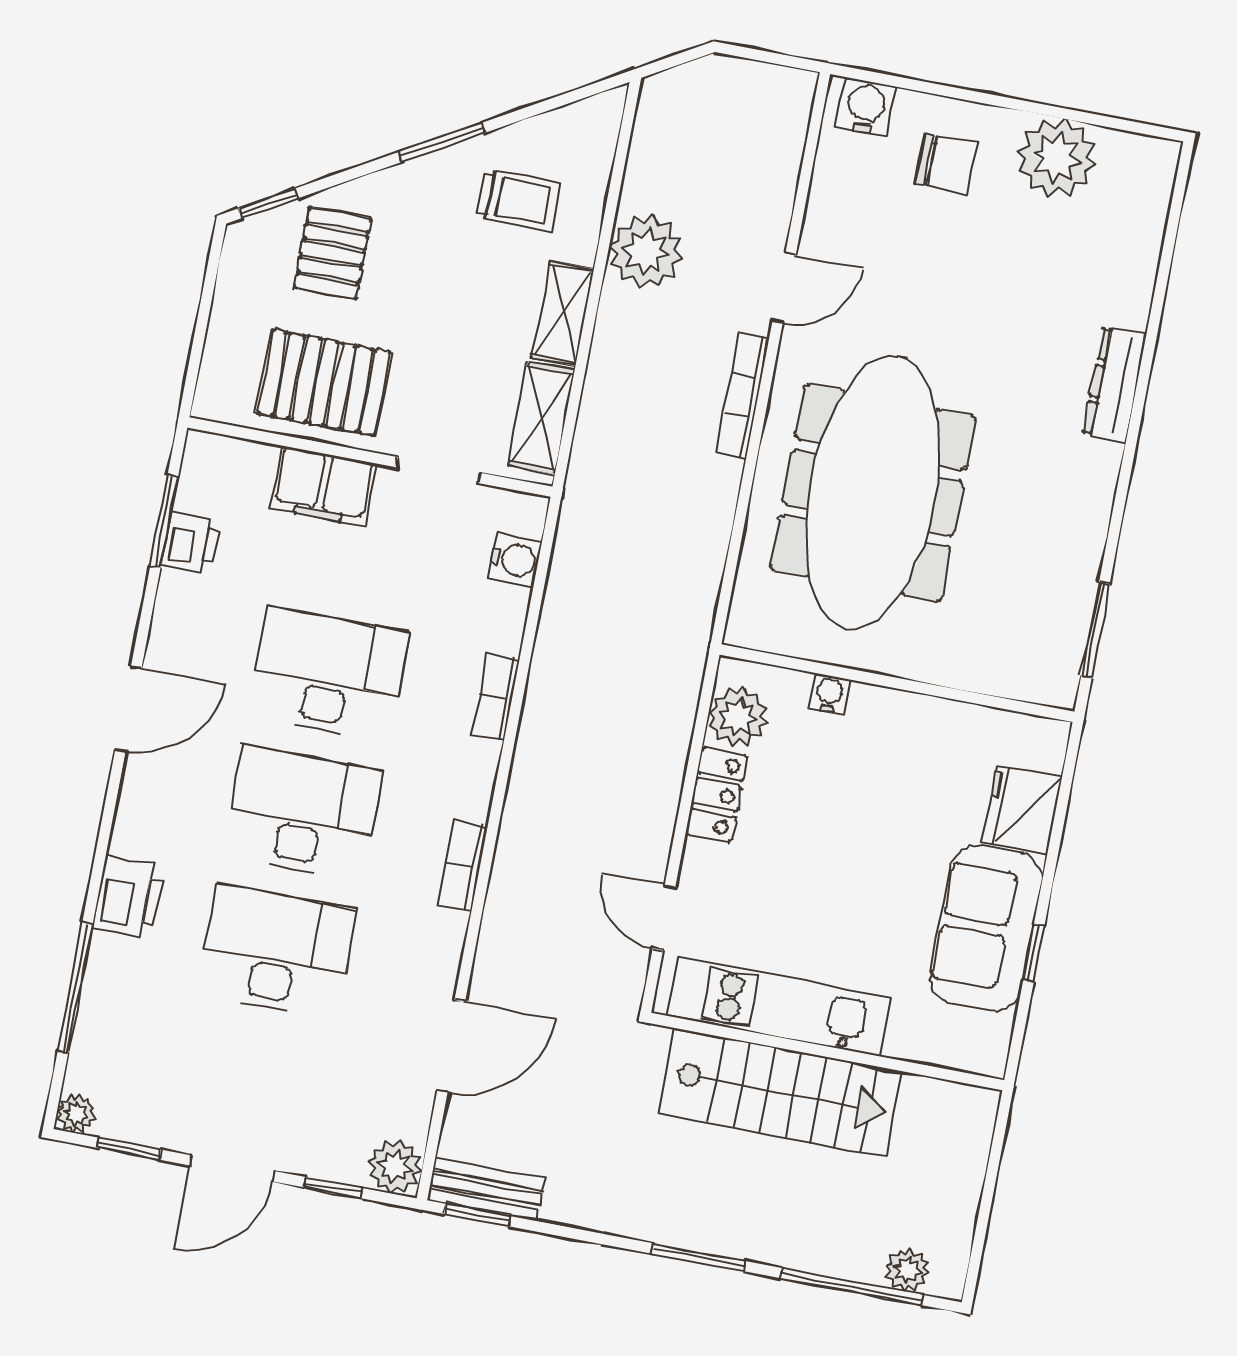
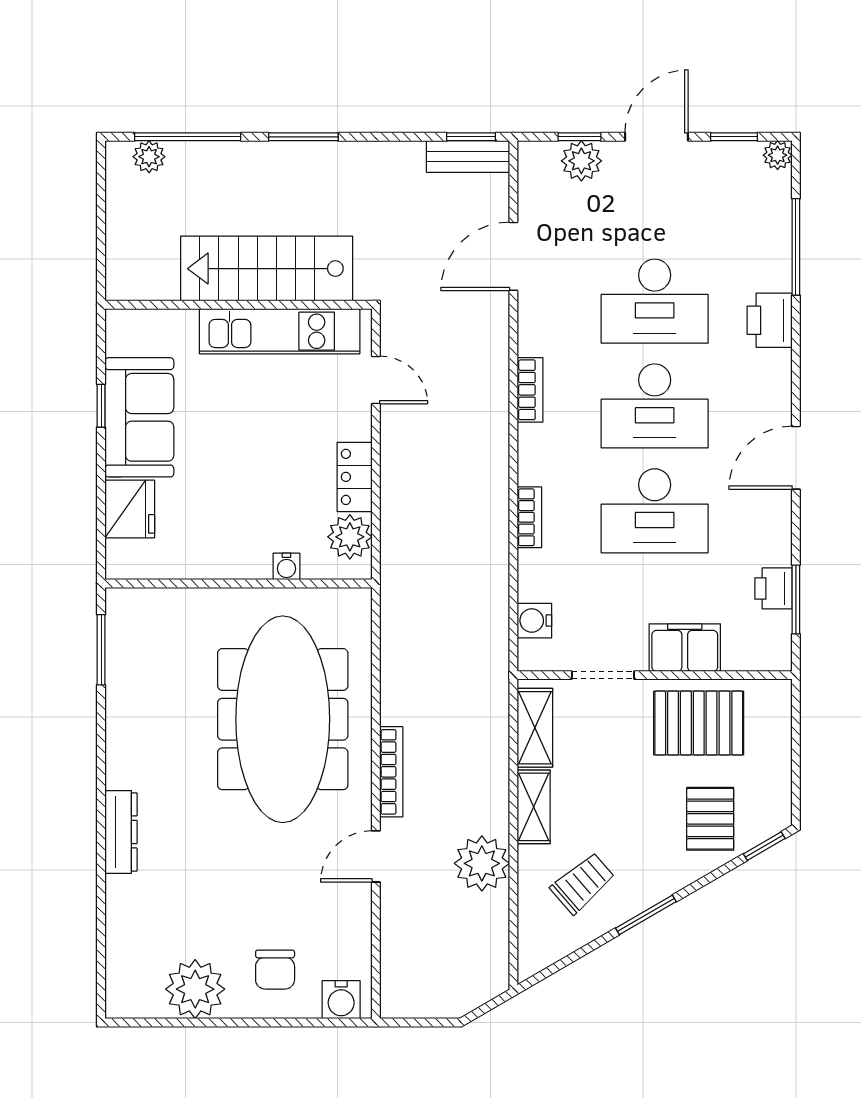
chair: (946, 164) -> (275, 970), turned -90
trolley: (518, 200) -> (583, 883), turned 139
plant: (395, 1167) -> (581, 161), moved

